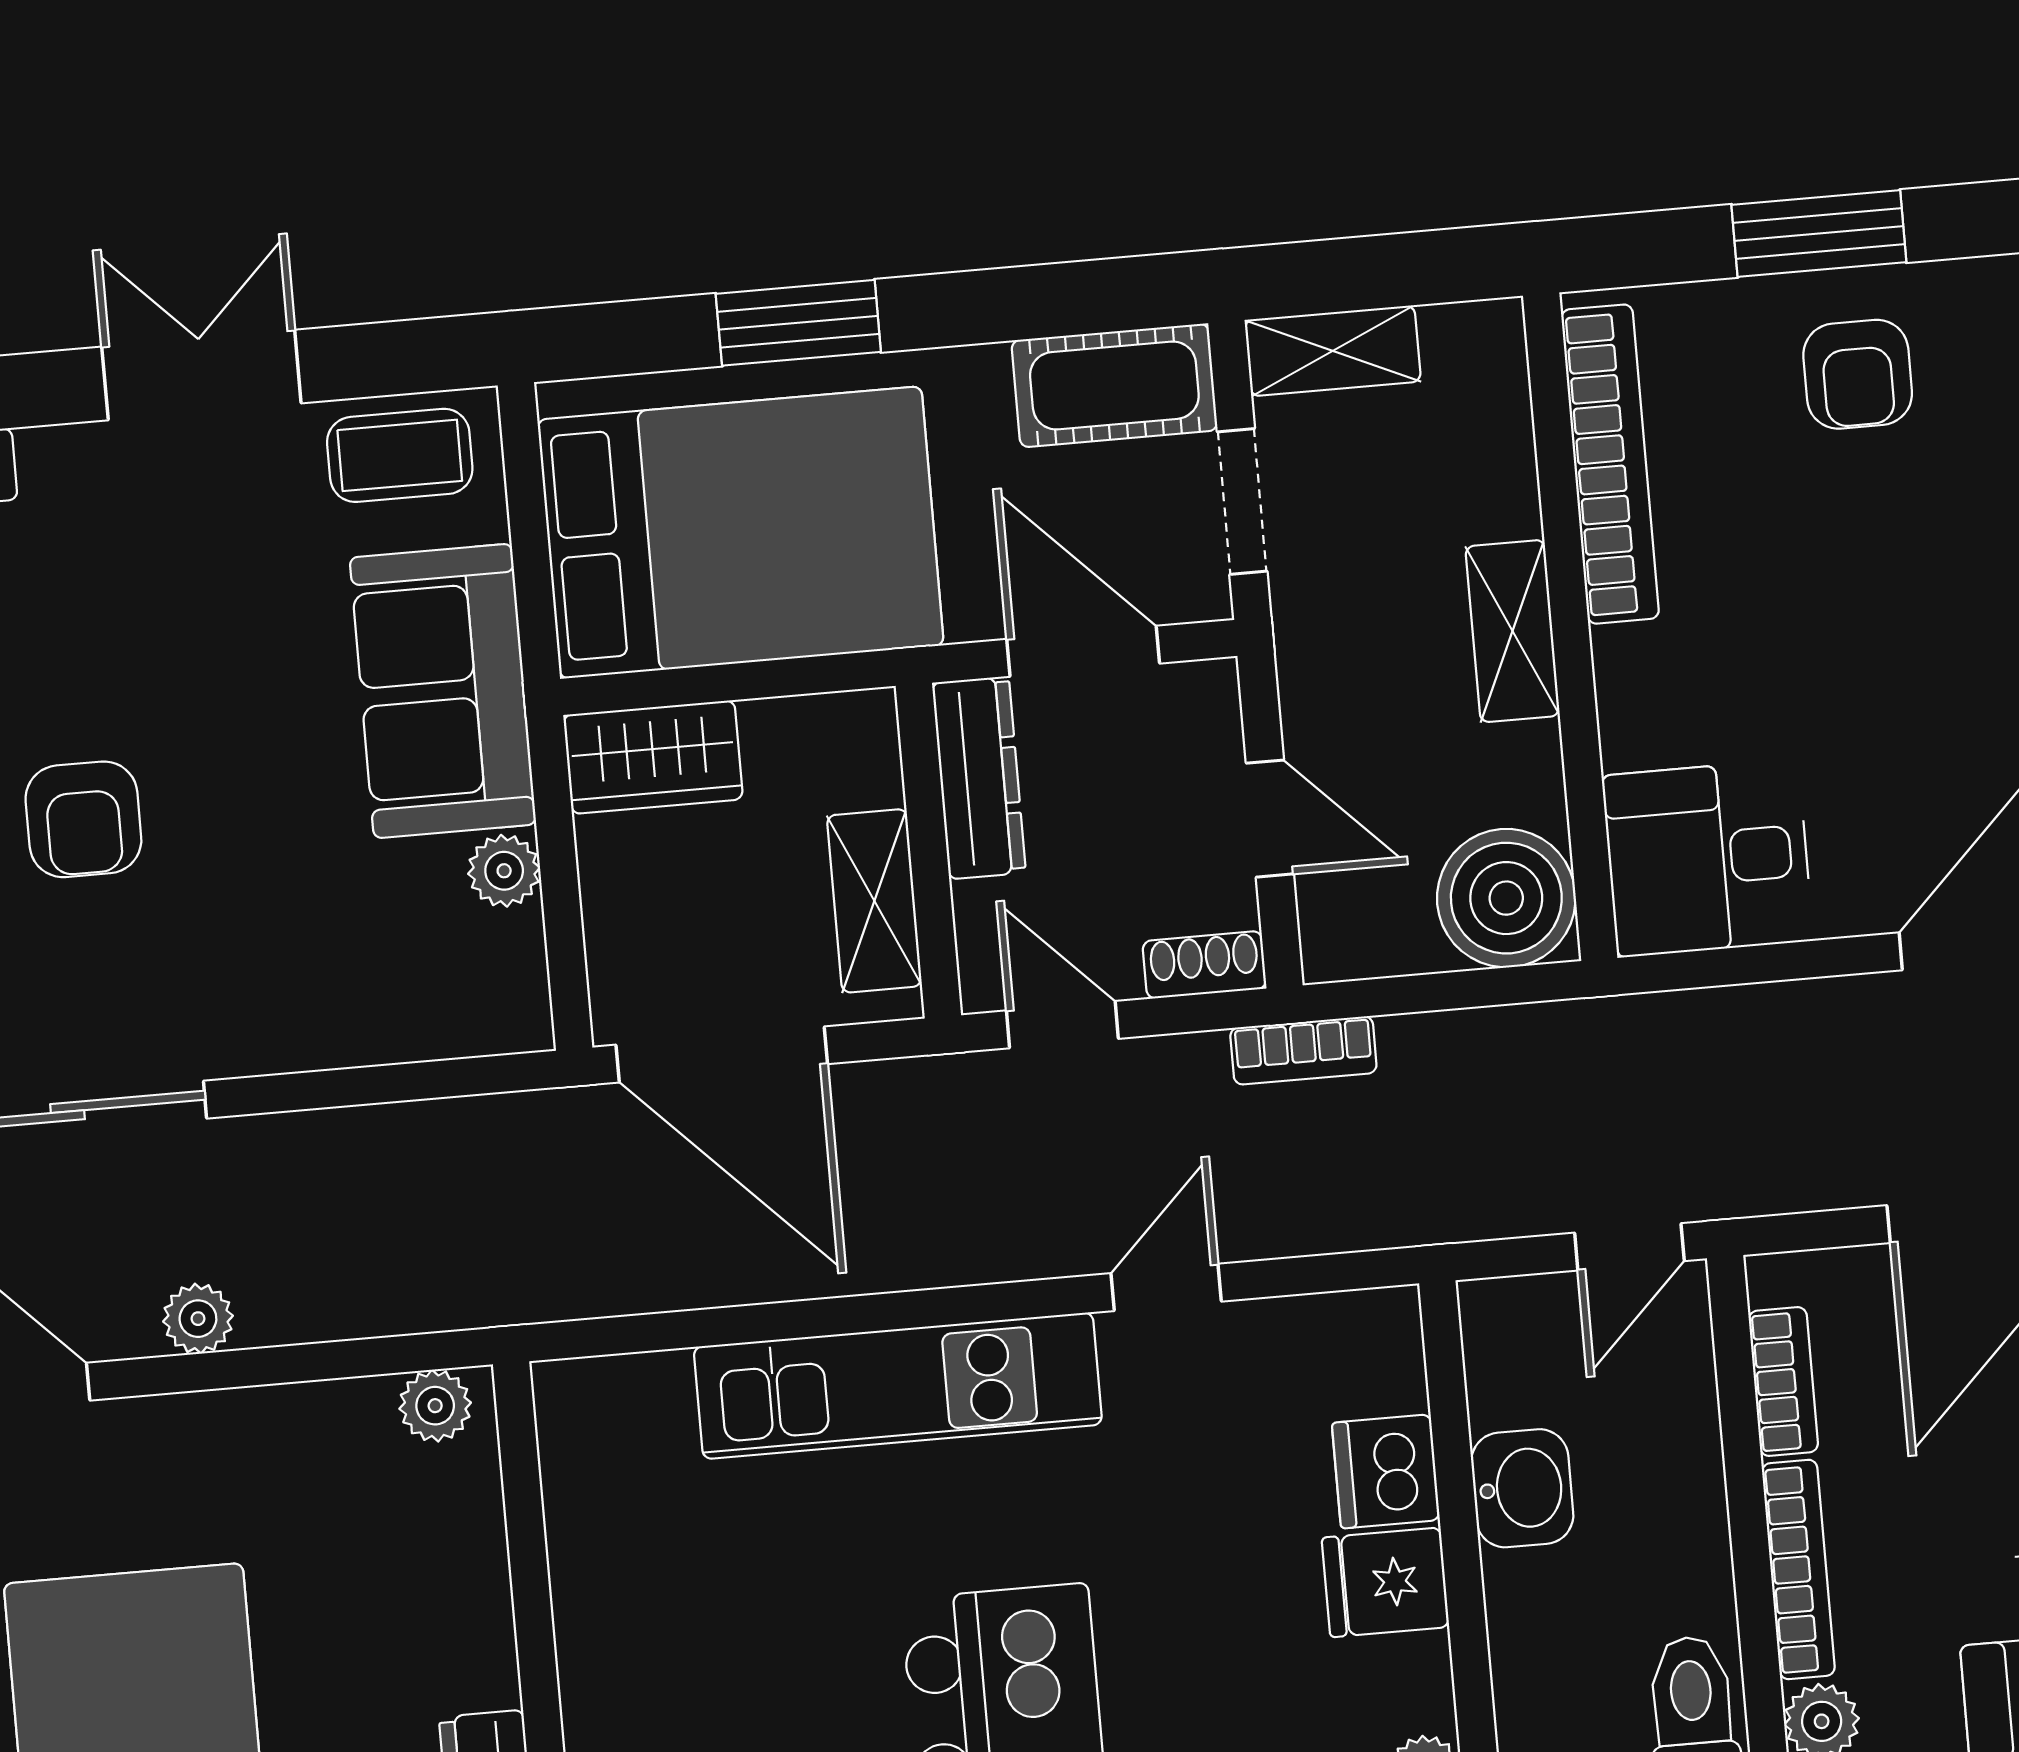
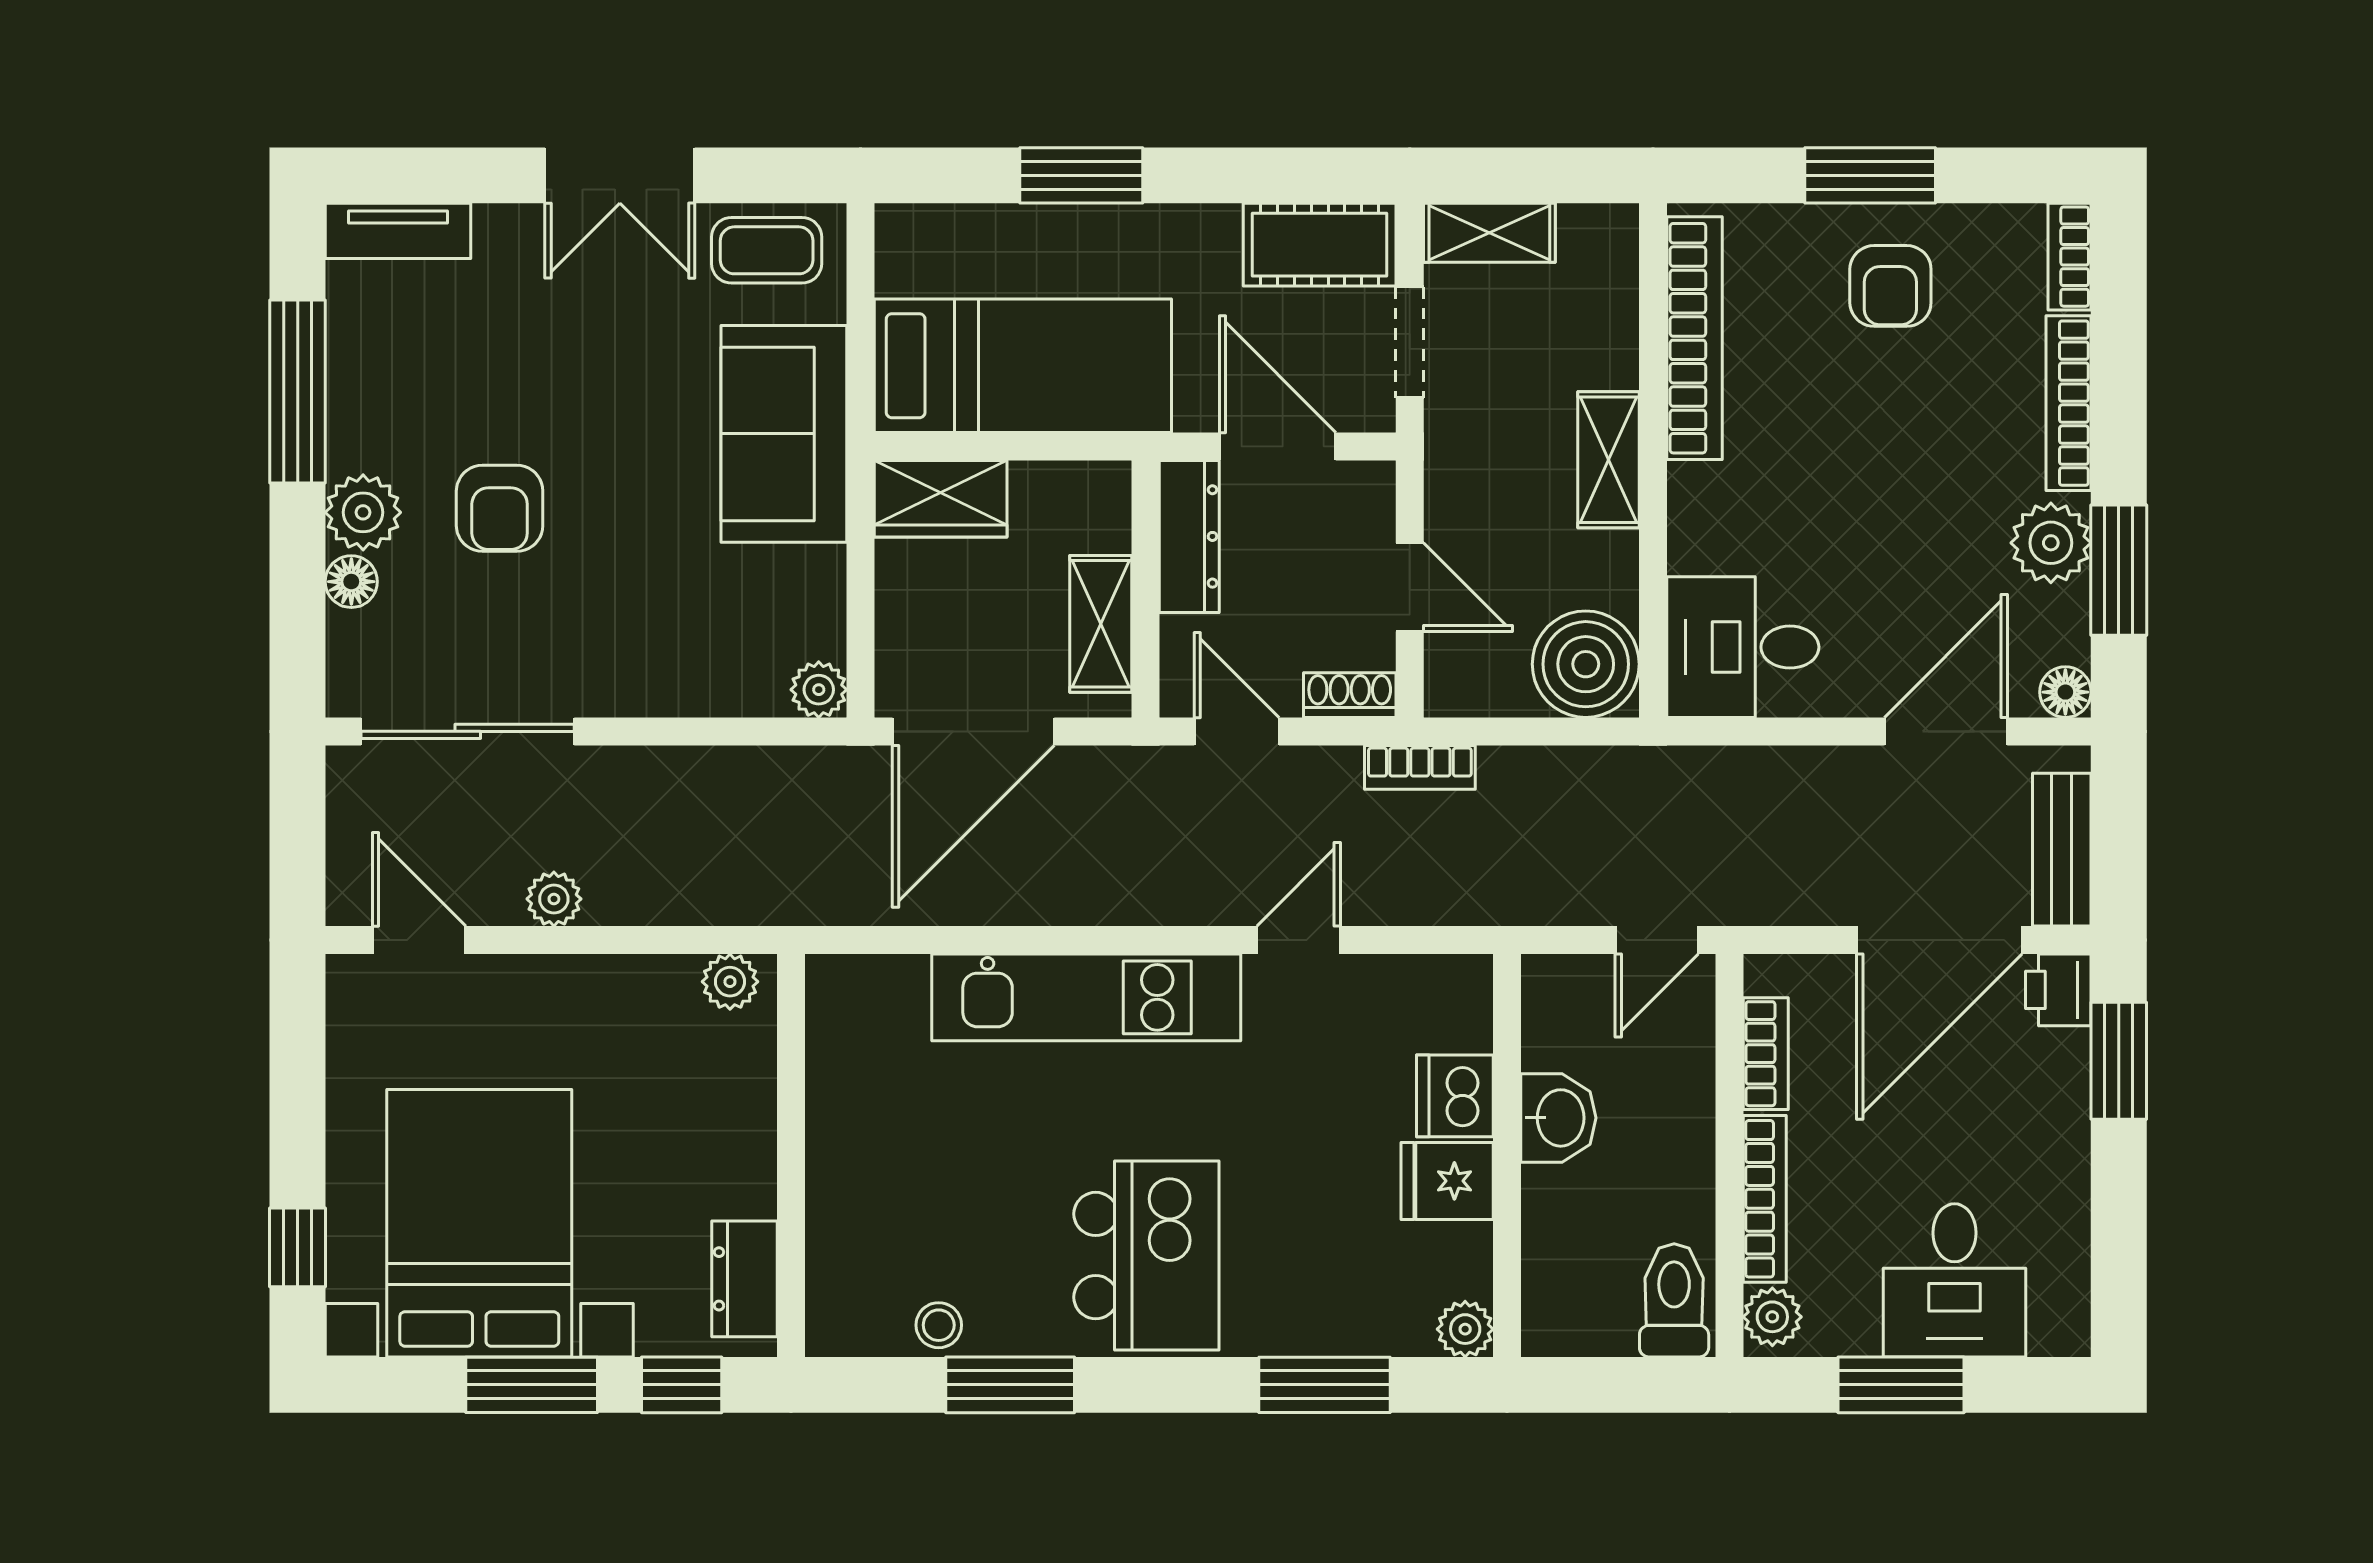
double door: (201, 375) -> (620, 175), swing flipped
bed: (741, 532) -> (1023, 366), width x0.67
plant: (504, 871) -> (819, 690), moved
door: (722, 1054) -> (973, 731), hinge flipped

